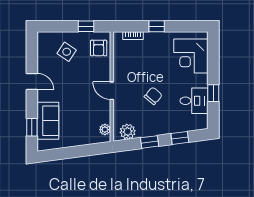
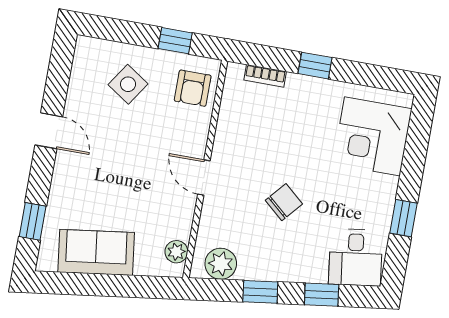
desk: (194, 101) -> (355, 257), moved, turned 82
sofa: (48, 121) -> (96, 252), moved, turned -98

